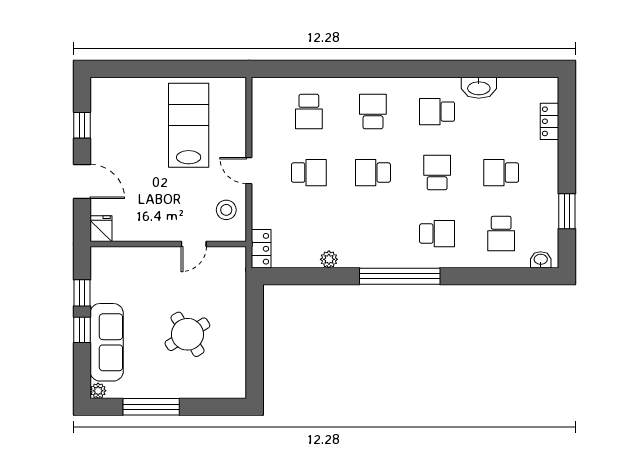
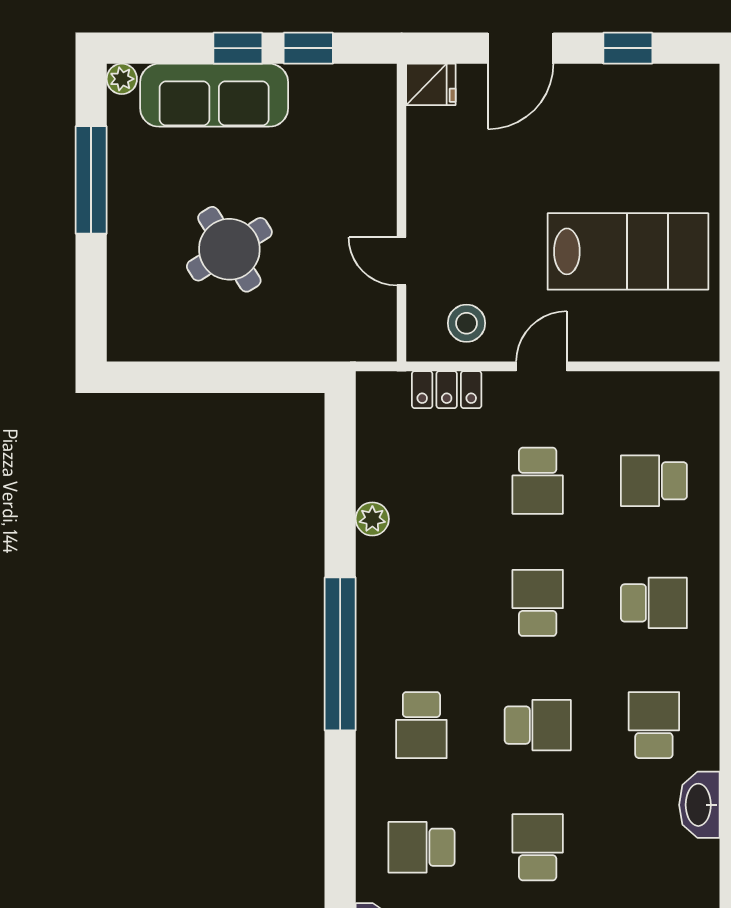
locker: (261, 249) -> (447, 390), moved

